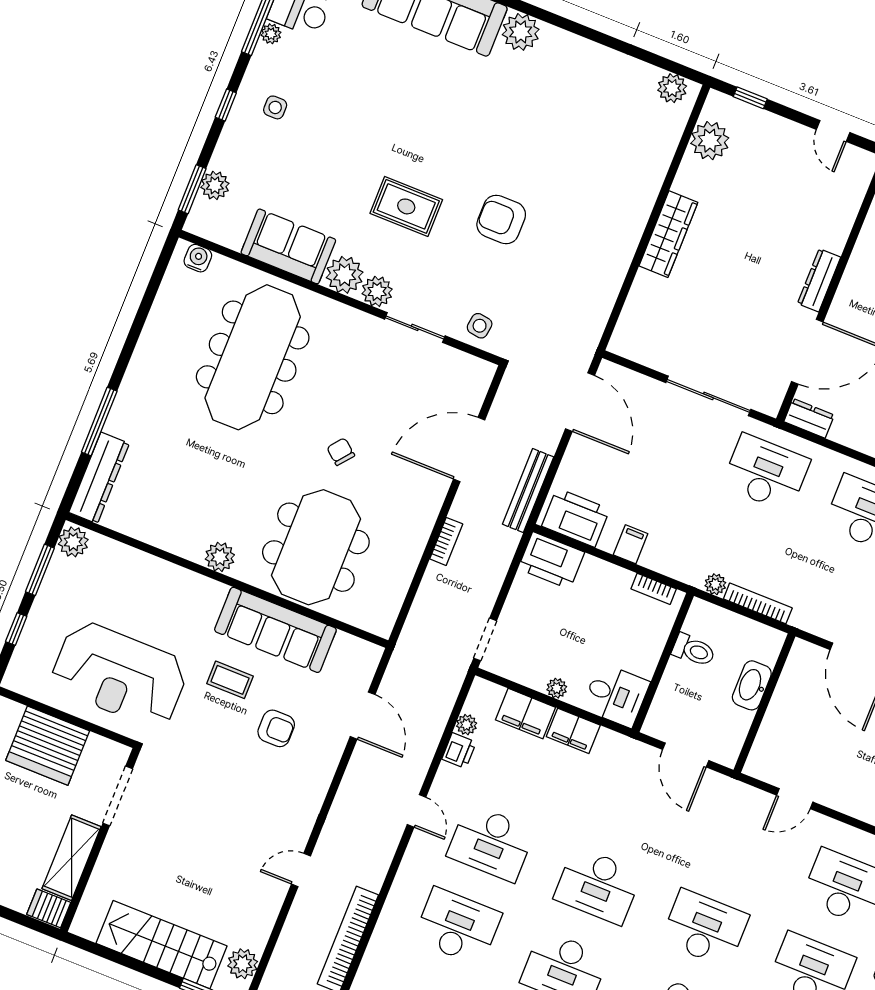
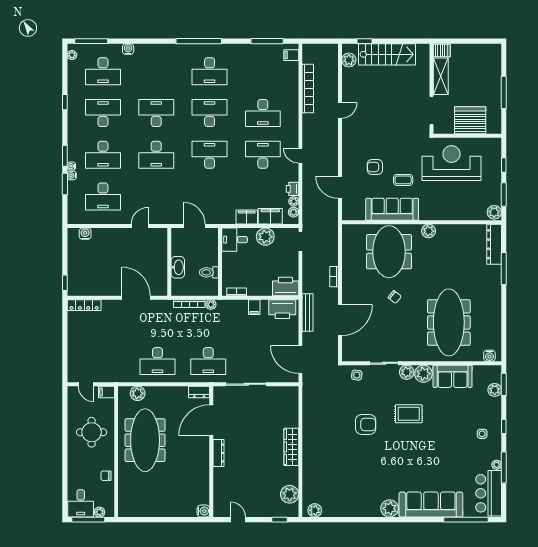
plant: (557, 688) -> (265, 237), width x1.87, depth x1.87
plant: (476, 703) -> (293, 212), added

